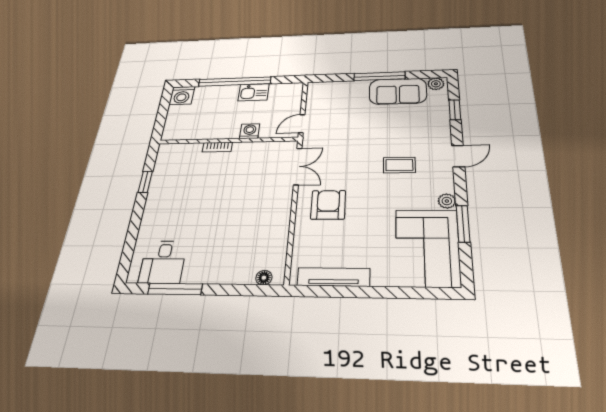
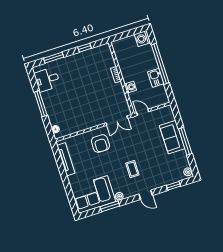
sofa: (398, 91) -> (172, 137), moved
armchair: (328, 205) -> (100, 144), turned 90
window: (131, 238) -> (54, 58), added
window: (175, 289) -> (41, 104), moved

